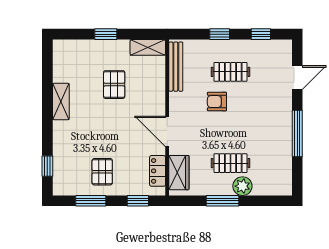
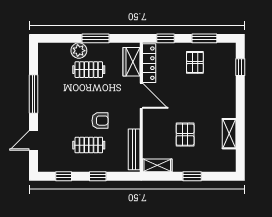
shelving: (61, 101) -> (229, 134), moved
locker: (158, 171) -> (149, 63), width x1.53

